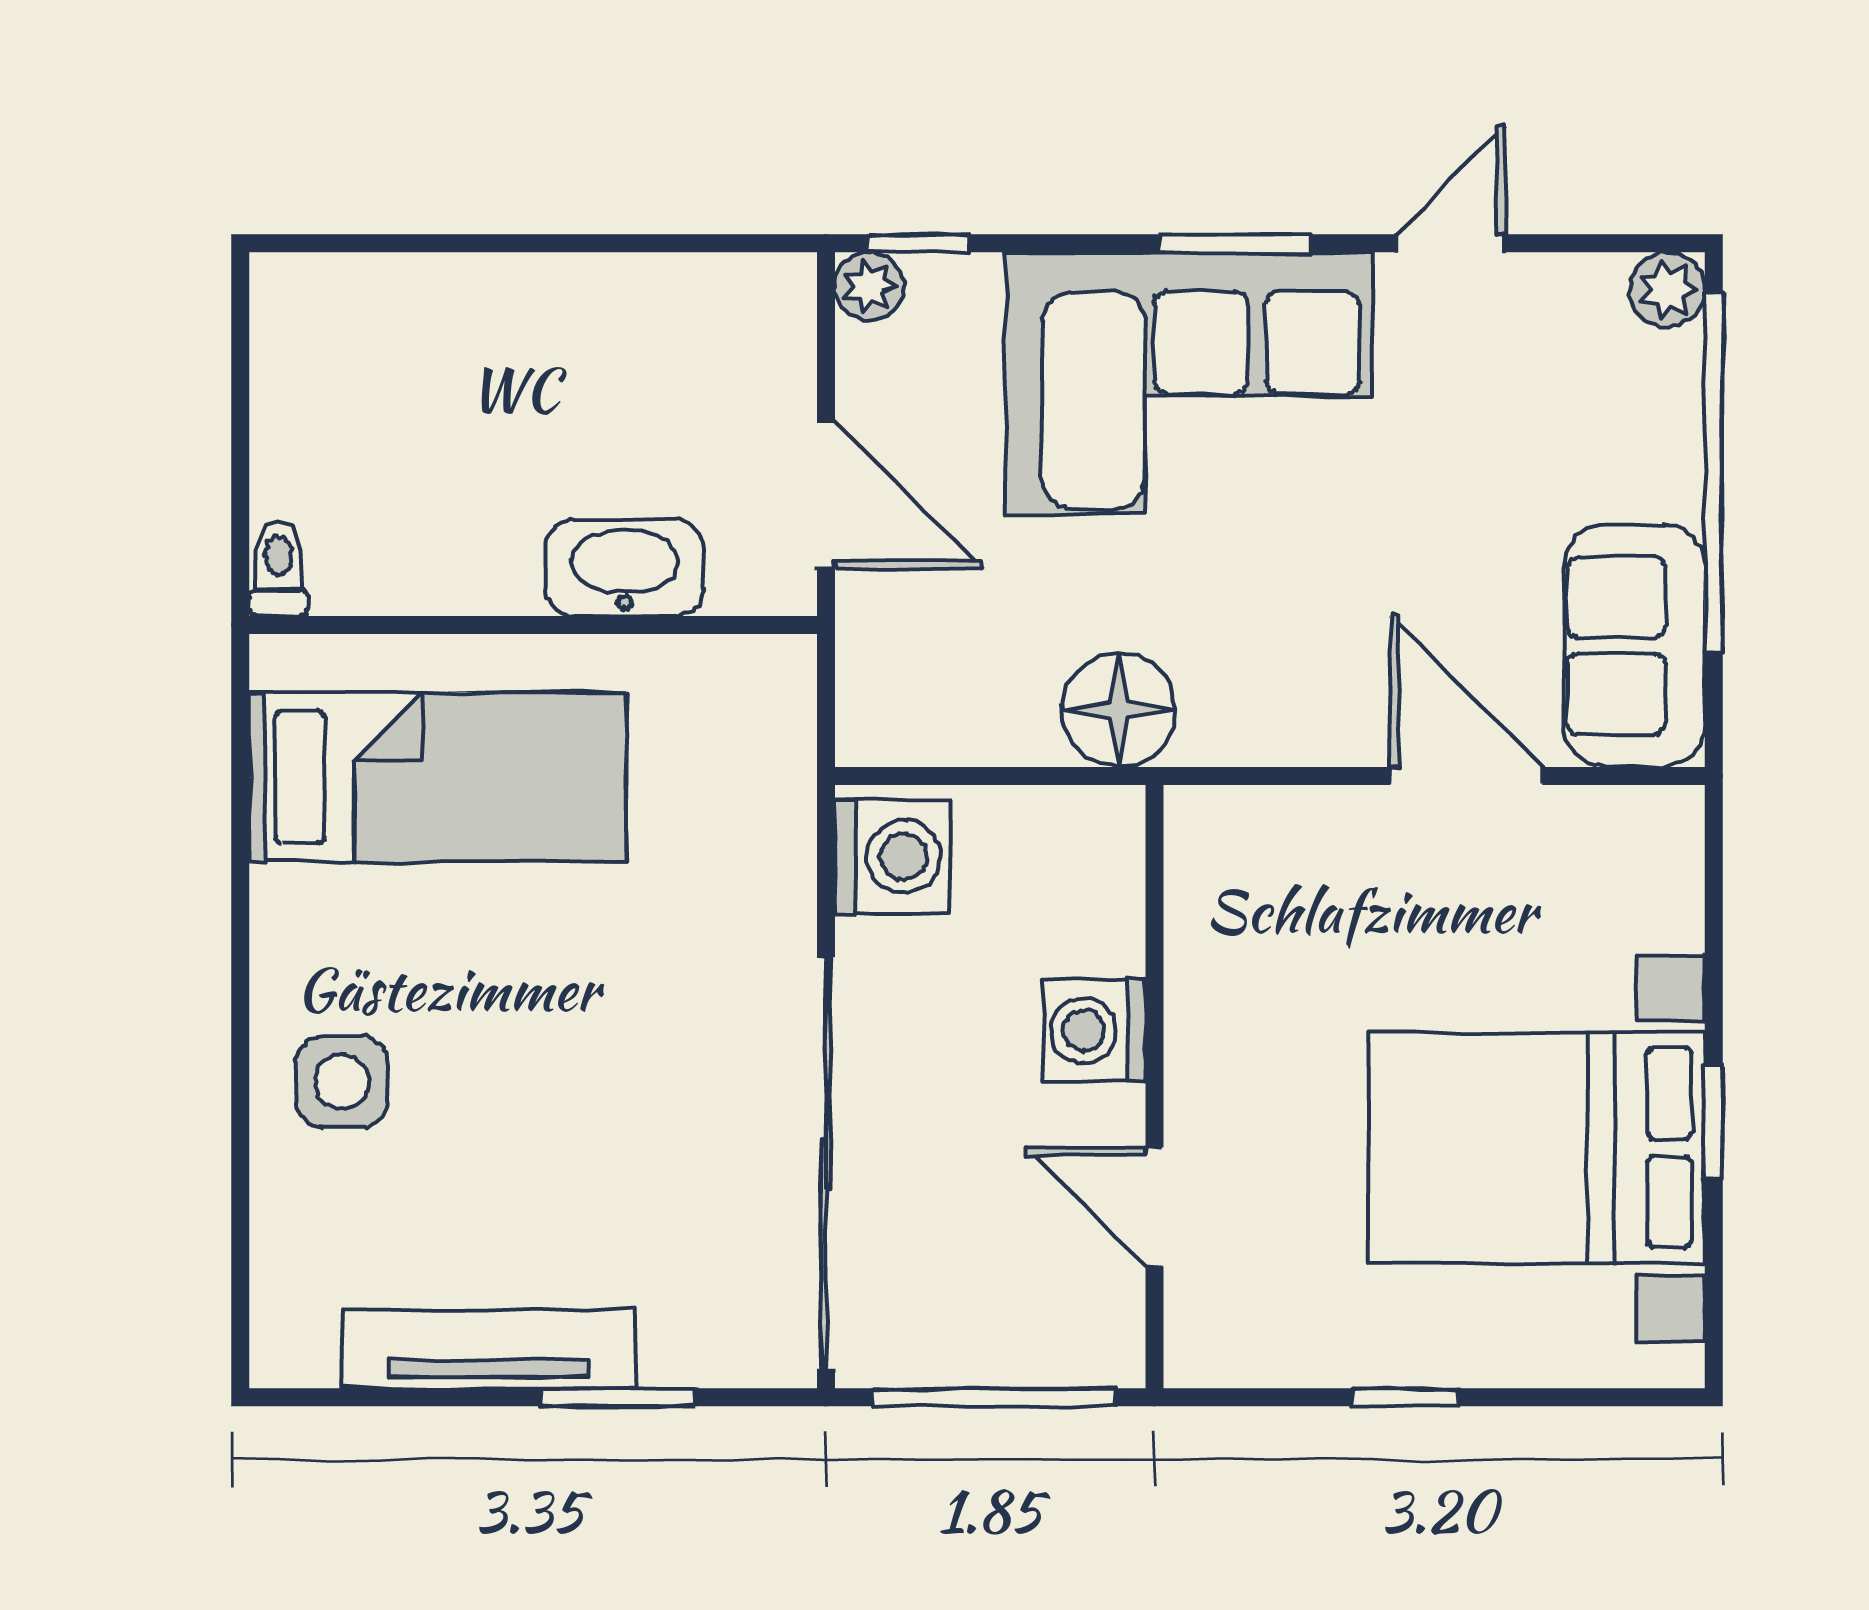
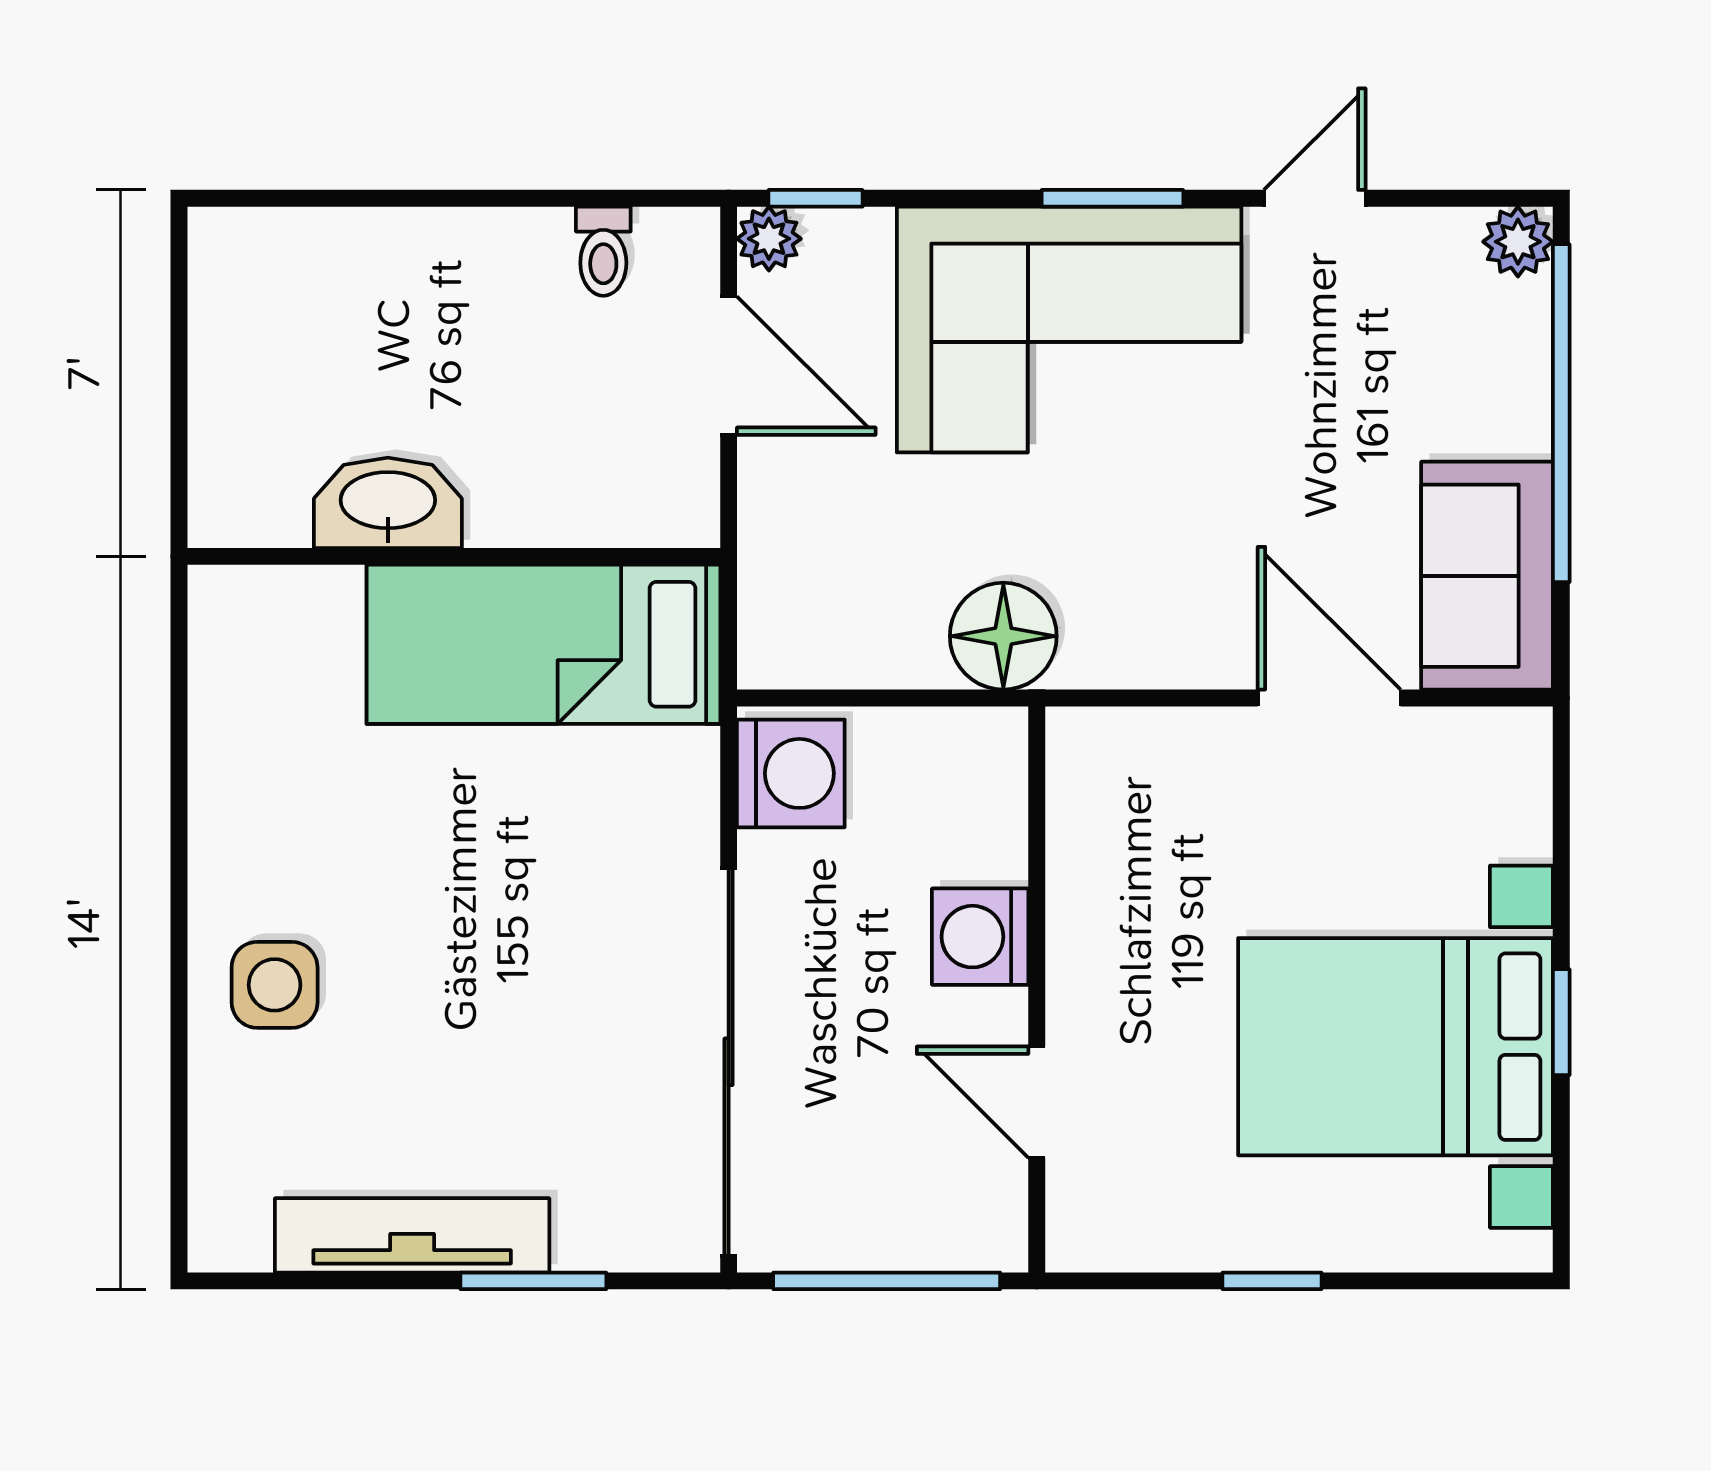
door: (826, 495) -> (729, 366), moved
washbasin: (625, 568) -> (388, 503), moved
toilet: (278, 569) -> (603, 251), moved, turned 180
bed: (438, 777) -> (543, 644), moved, turned 180

